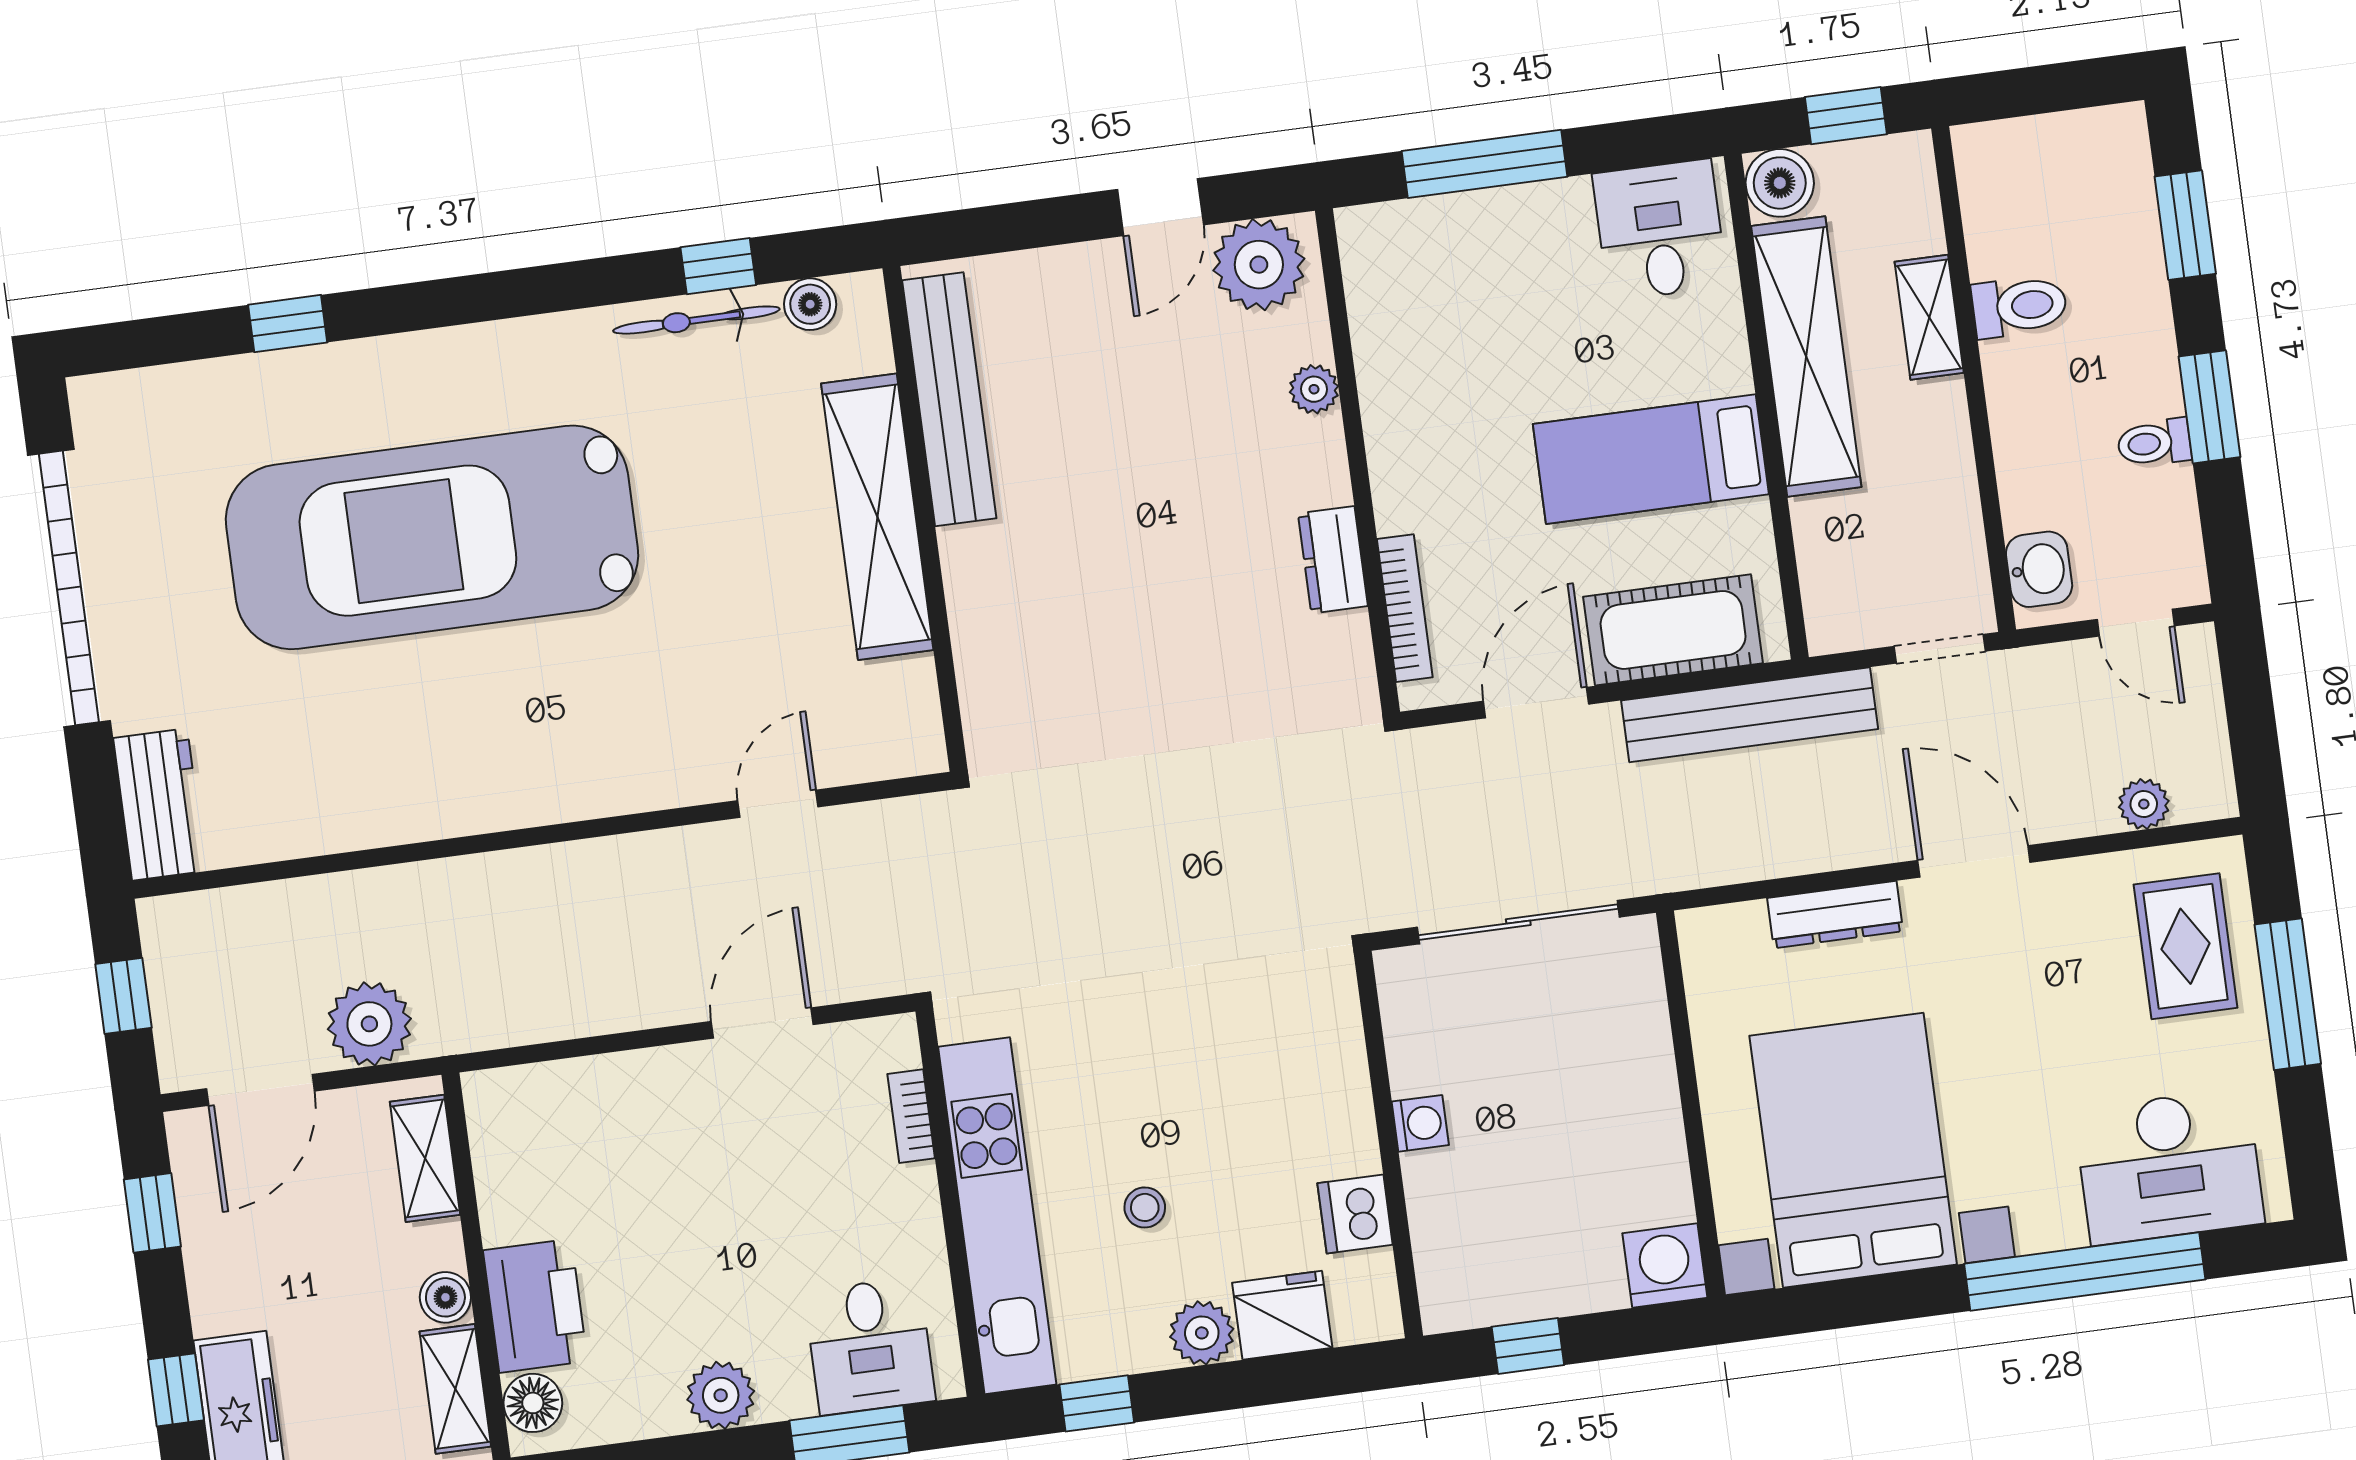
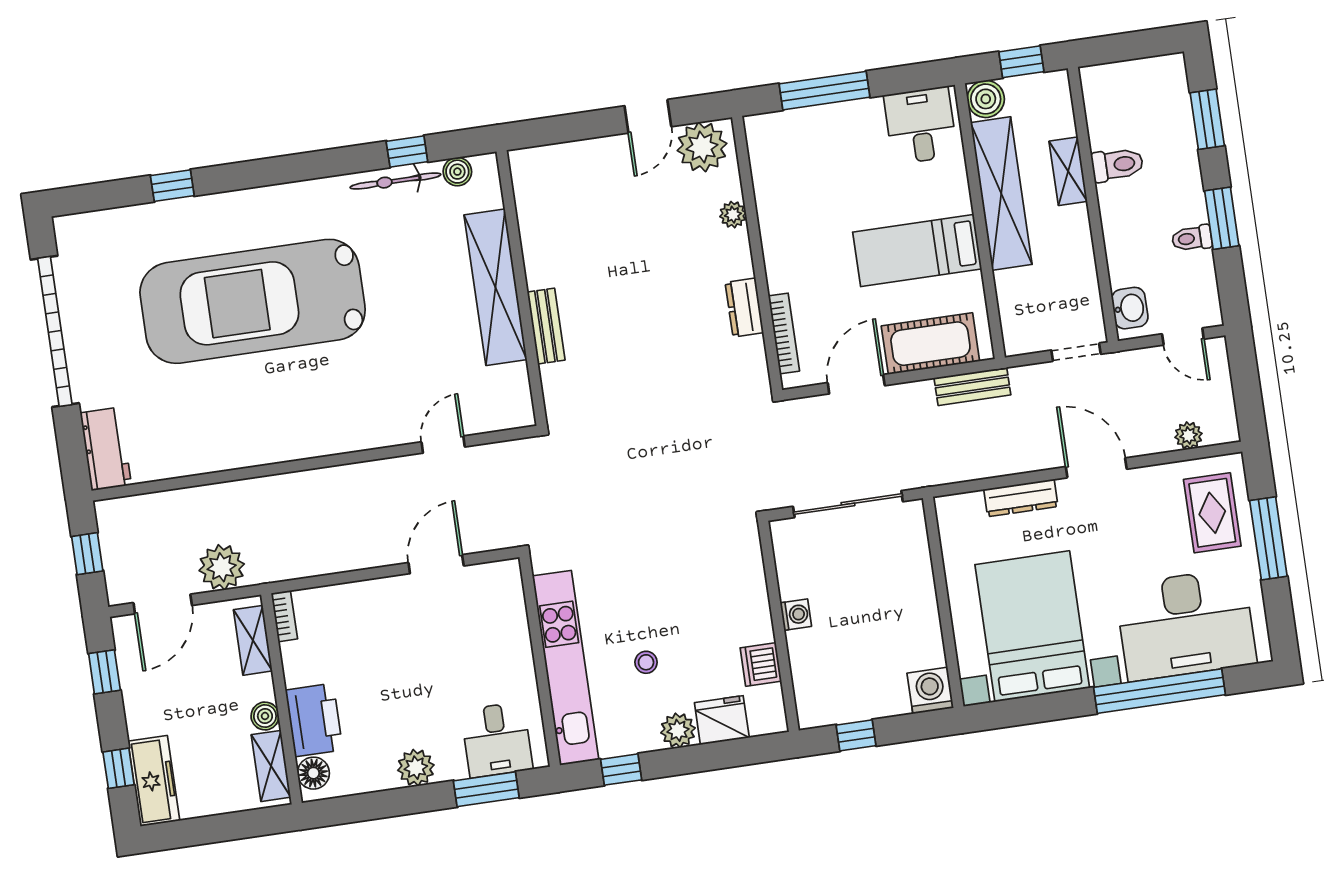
bench: (949, 399) -> (546, 326), moved, width x0.54, depth x0.82
bench: (1750, 715) -> (972, 386), width x0.54, depth x0.82
bookcase: (911, 1116) -> (284, 616), moved, turned 180
desk: (2169, 1167) -> (1186, 624), width x1.36, depth x1.30

